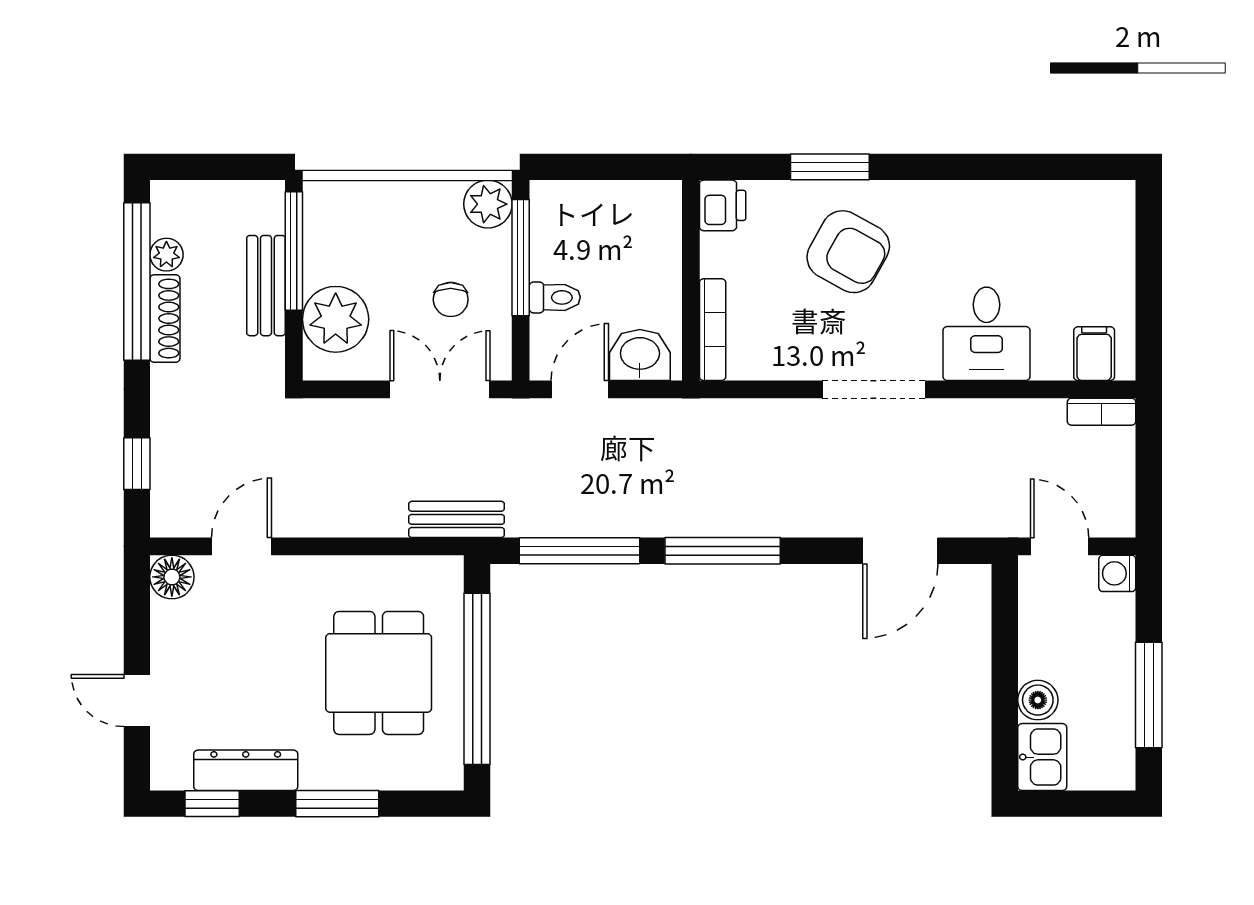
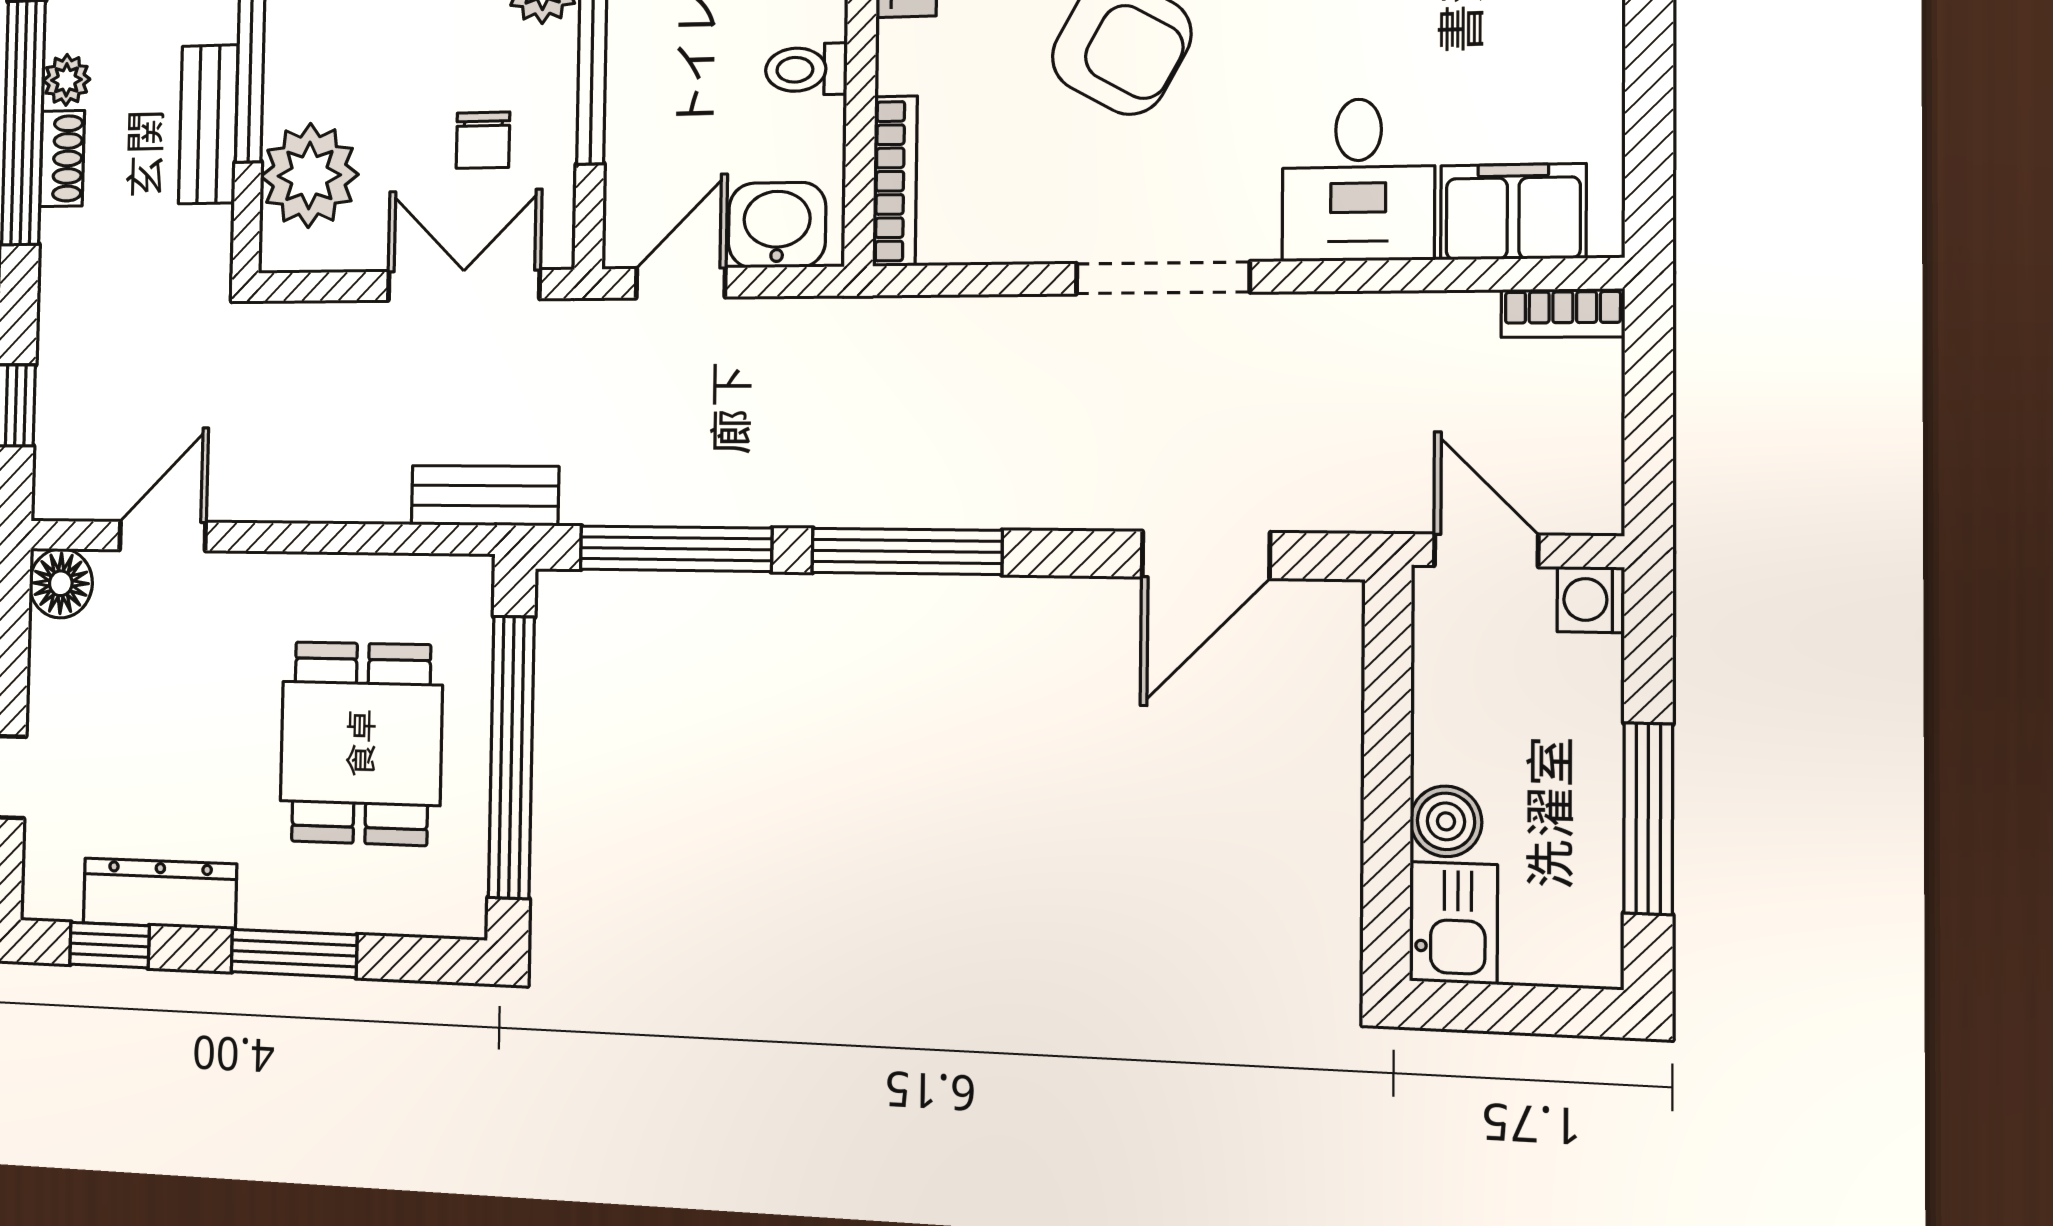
toilet: (555, 297) -> (806, 69), moved, turned 180
shoe rack: (165, 318) -> (62, 159), width x0.70
filing cabinet: (1094, 354) -> (1513, 212), width x2.00

